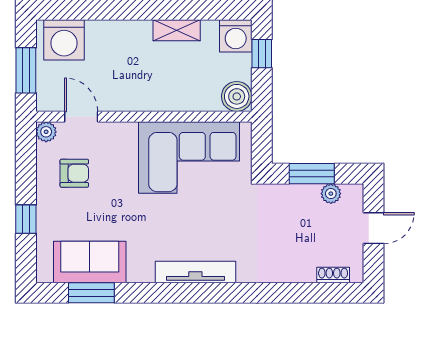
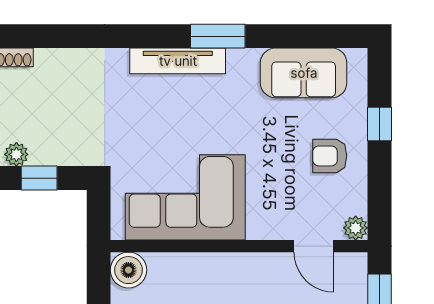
armchair: (74, 173) -> (330, 156), moved
window: (312, 174) -> (39, 178), width x0.67
window: (91, 293) -> (218, 36), moved

